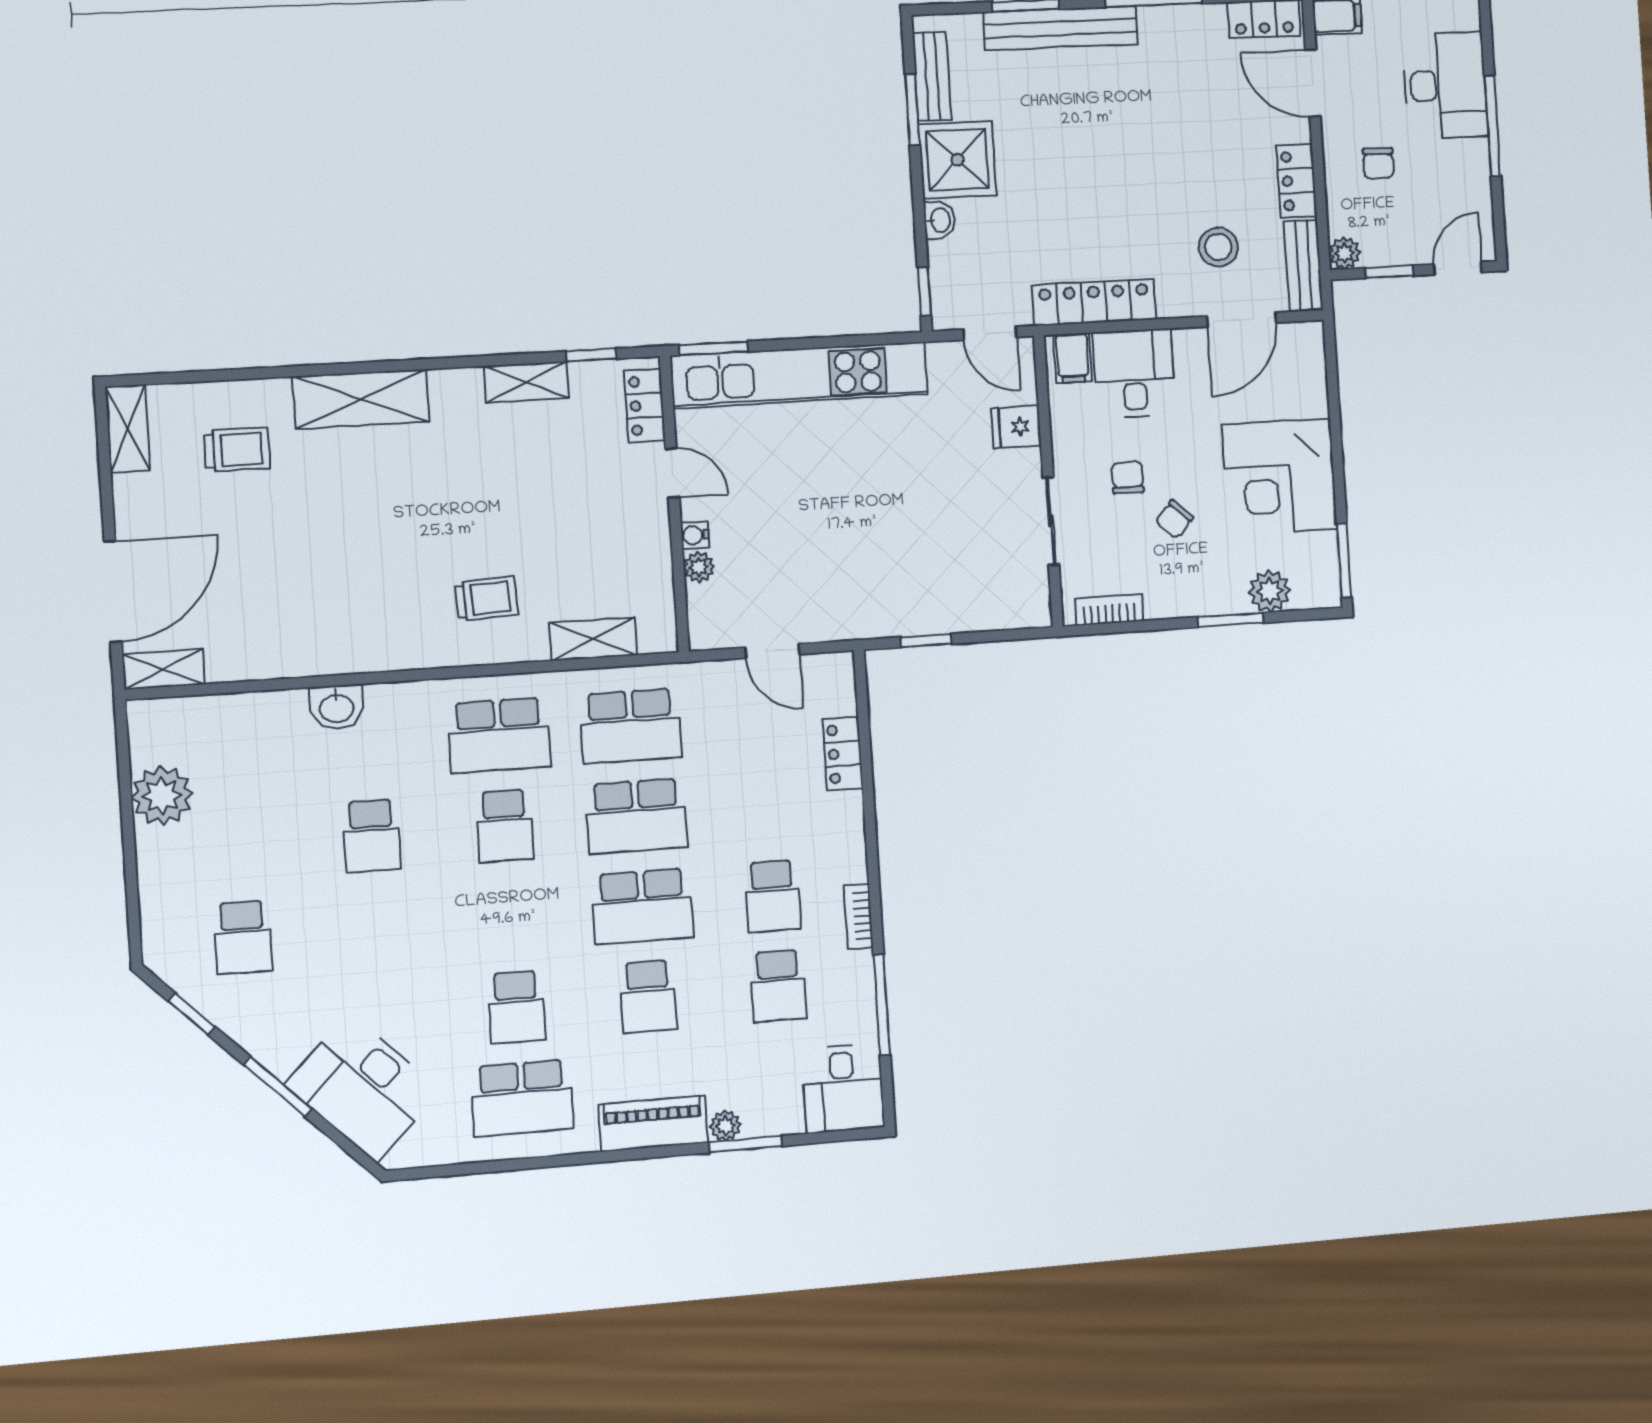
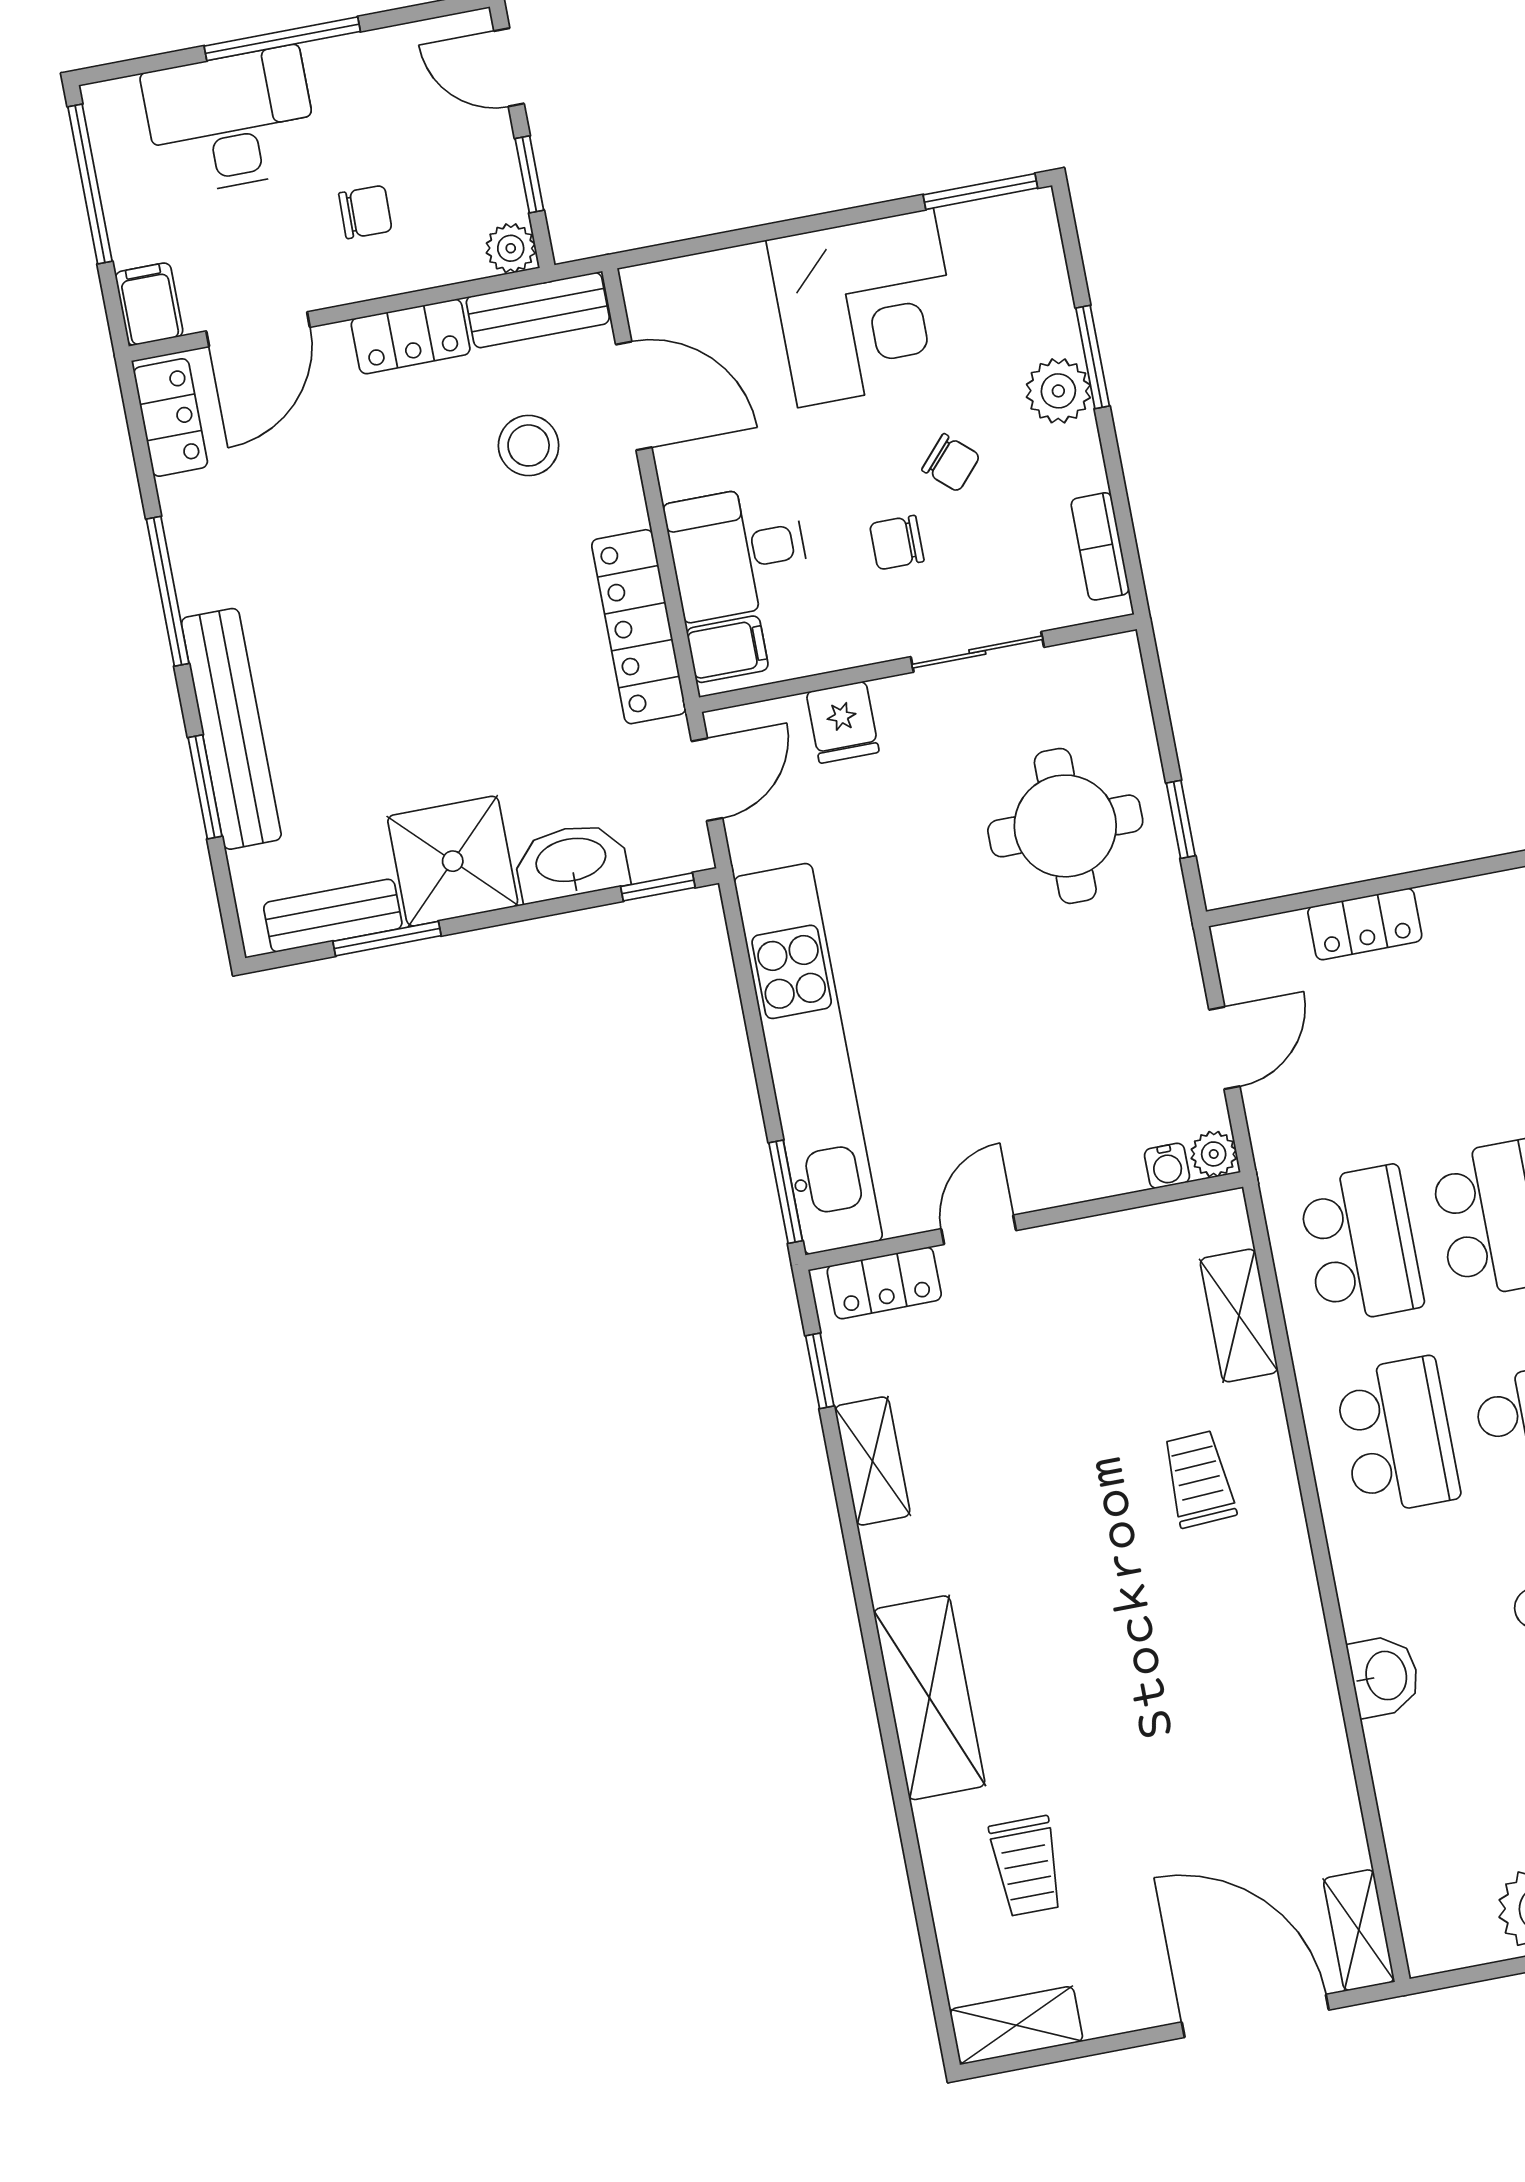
washbasin: (940, 220) -> (571, 862), width x1.91, depth x1.45
trolley: (237, 450) -> (1027, 1866), turned 180
water cooler: (695, 535) -> (1167, 1166), moved
round table: (931, 564) -> (1065, 826), added
plant: (699, 567) -> (1214, 1154), moved
plant: (1270, 591) -> (1058, 391), moved

